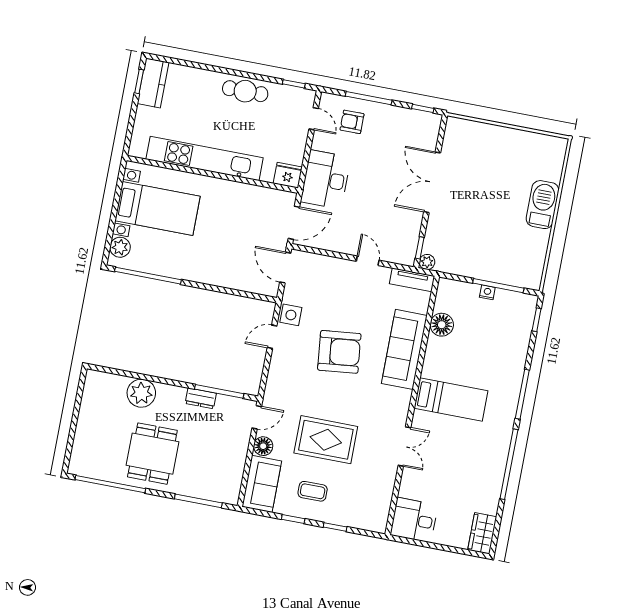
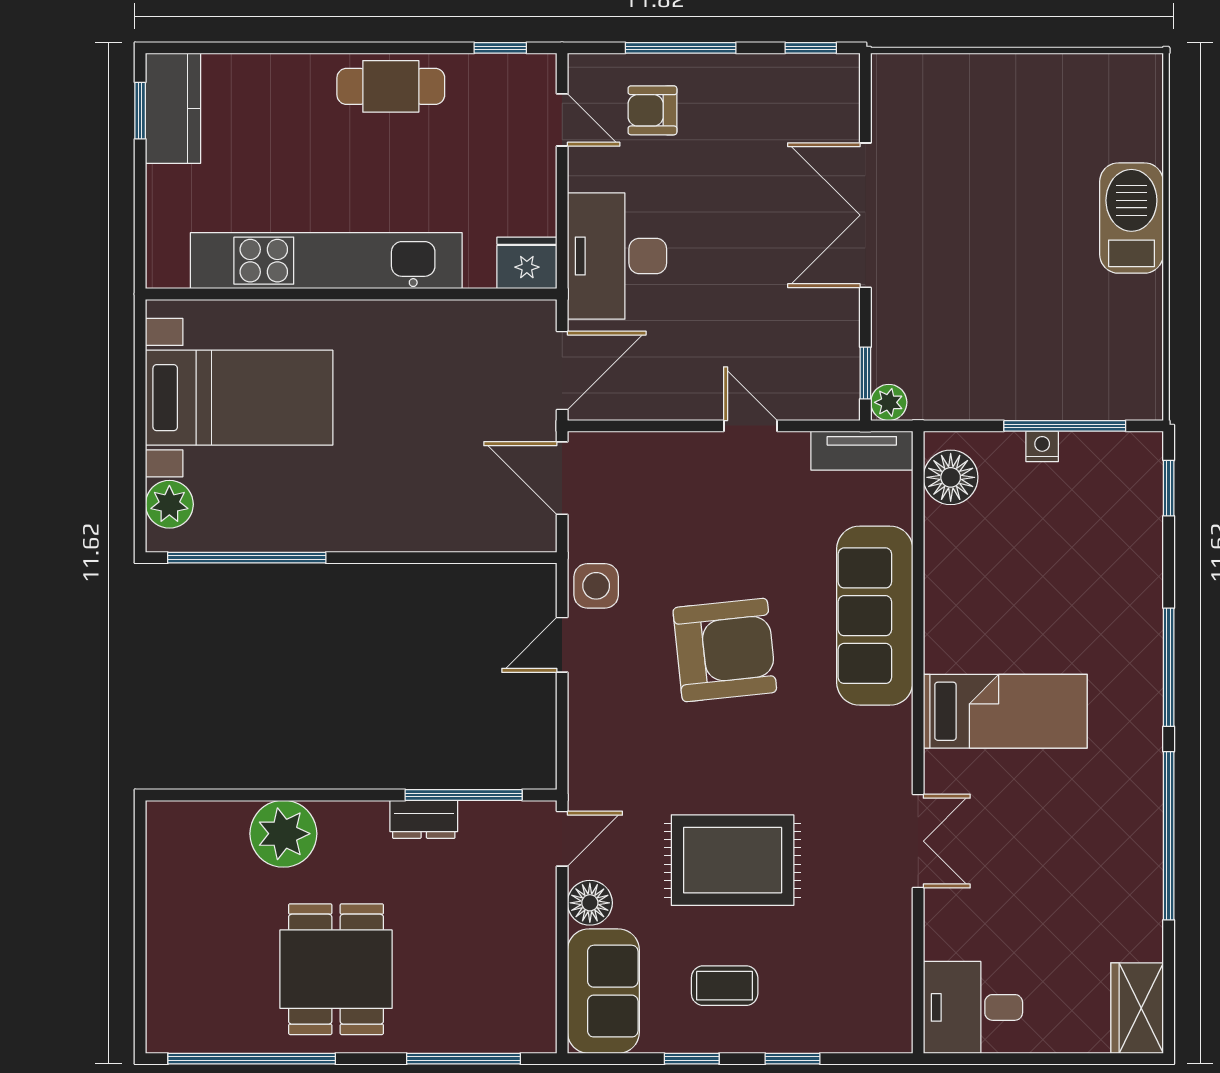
floor lamp: (442, 325) -> (951, 477), moved

